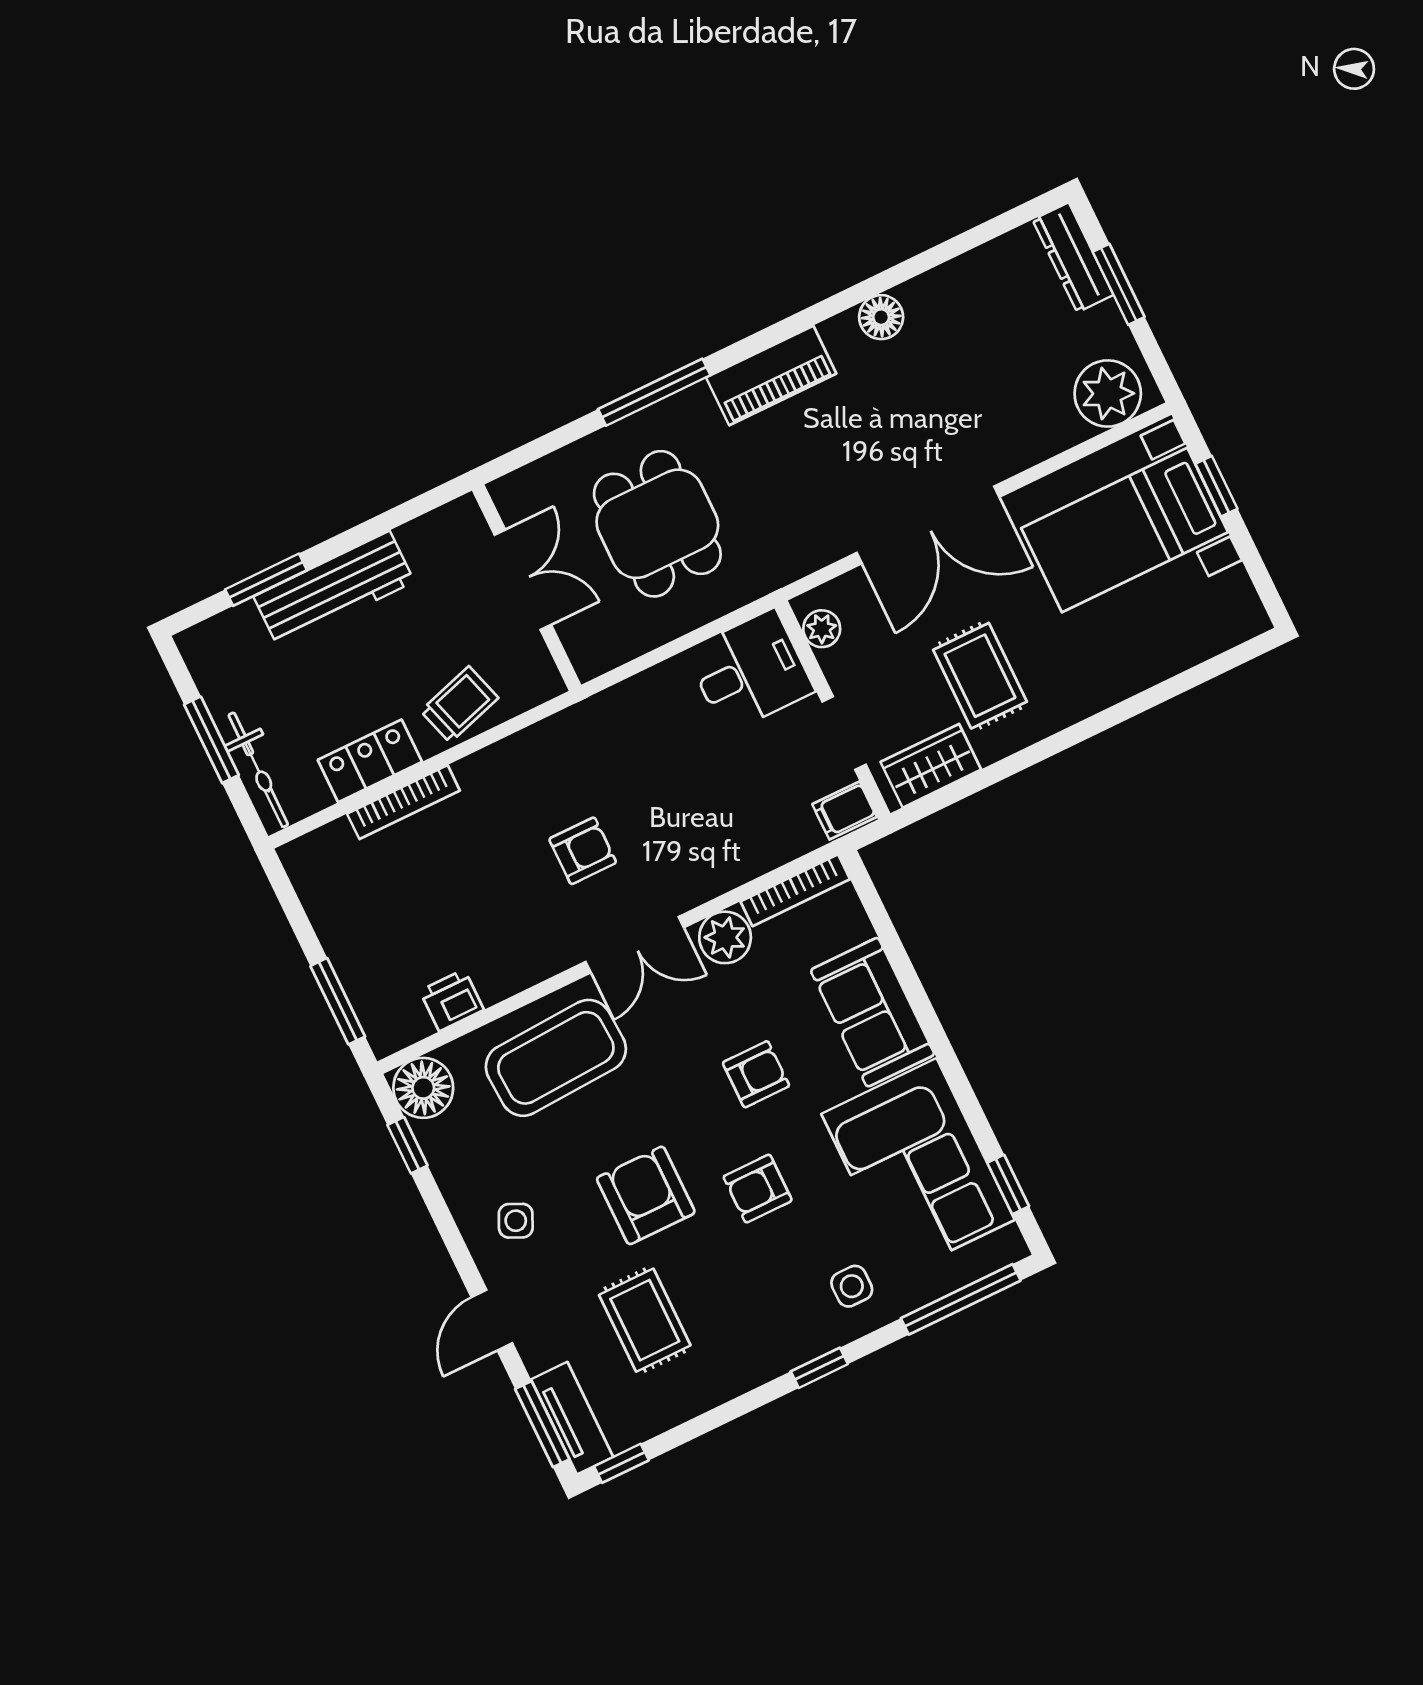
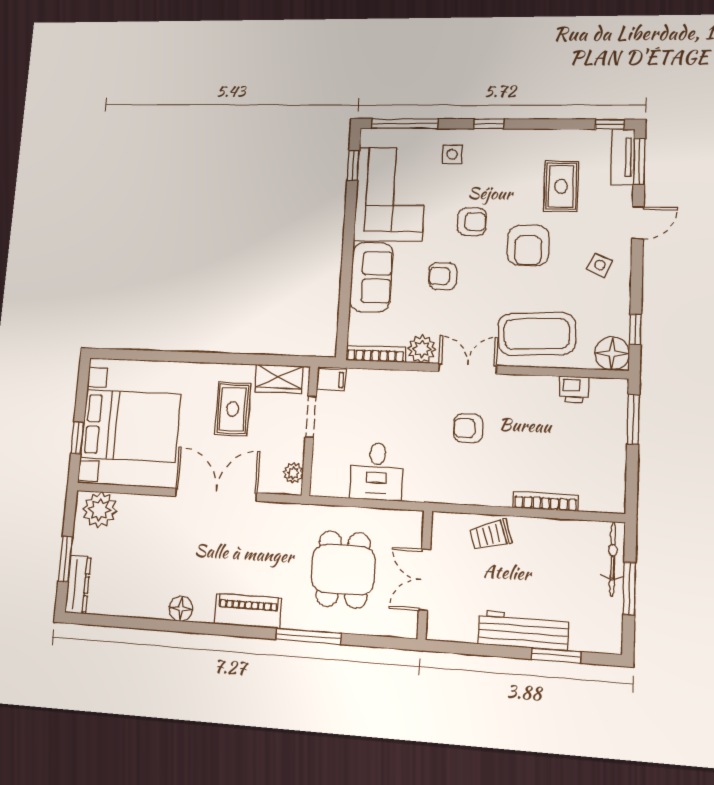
bed with nightstands: (1125, 530) -> (130, 426), width x1.36
desk: (750, 671) -> (377, 471), moved, turned -90
locker: (370, 761) -> (552, 532), removed

